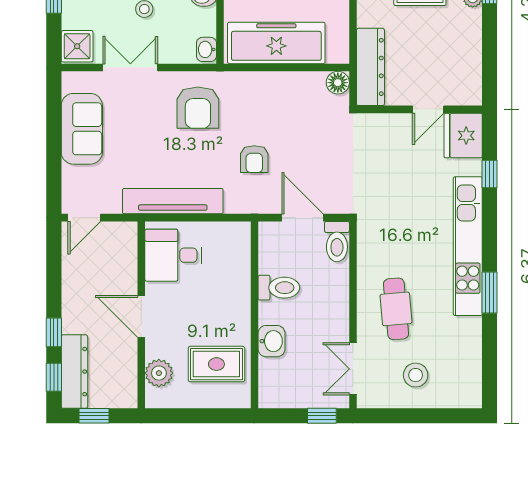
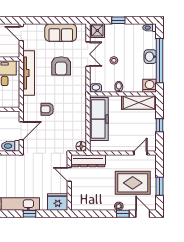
armchair: (198, 108) -> (61, 66), moved, turned -90
door: (428, 109) -> (69, 174), moved
window: (490, 174) -> (30, 214), moved

